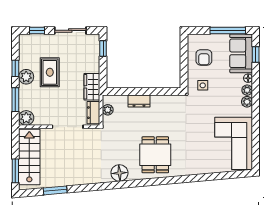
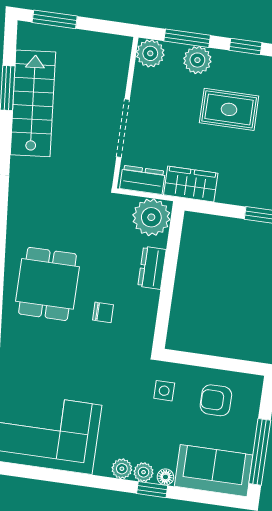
window: (256, 54) -> (152, 490), moved
plant: (26, 77) -> (197, 60), moved
plant: (108, 110) -> (151, 217), width x1.88, depth x1.88
chair: (166, 123) -> (103, 312), added
dining table: (155, 155) -> (48, 284), turned 90
stairs: (29, 157) -> (33, 103), moved, turned -95
floor lamp: (119, 173) -> (23, 212), removed

